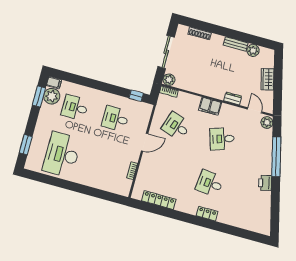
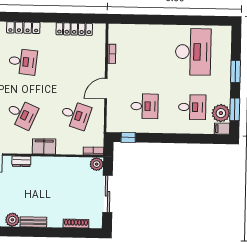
desk: (222, 139) -> (22, 114), turned 42
window: (26, 145) -> (235, 71), moved
locker: (207, 214) -> (23, 28), width x1.53

